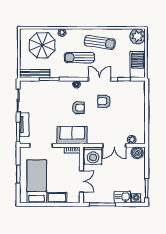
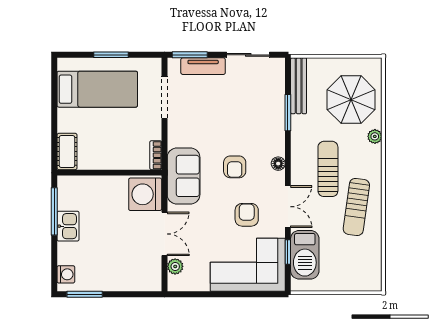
plant: (137, 36) -> (368, 277), removed
barbecue: (138, 65) -> (305, 255), moved, turned 90
corner sofa: (131, 101) -> (248, 265), added
sofa: (72, 135) -> (184, 176), moved
double door: (114, 145) -> (164, 234), swing flipped
boiler: (137, 153) -> (150, 276), removed
double door: (81, 181) -> (97, 173), removed
kitchen sink: (122, 197) -> (68, 226), moved
cot: (57, 198) -> (67, 152), moved

